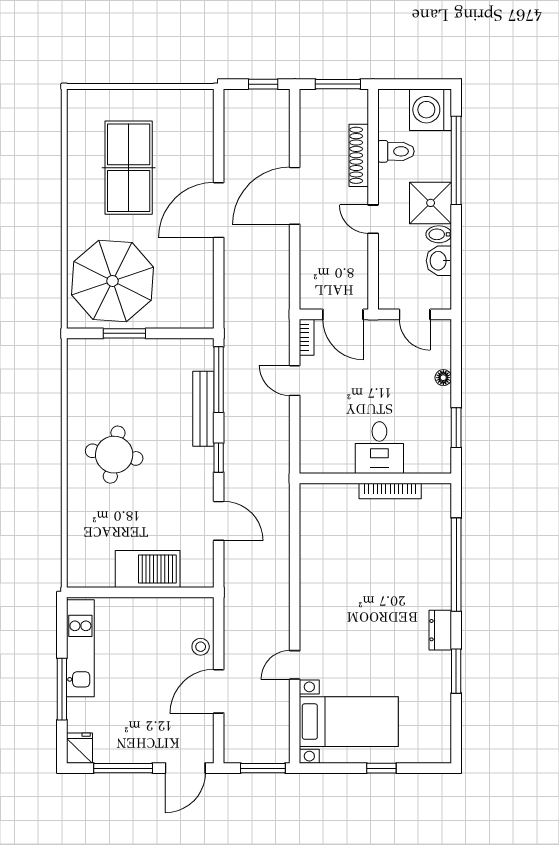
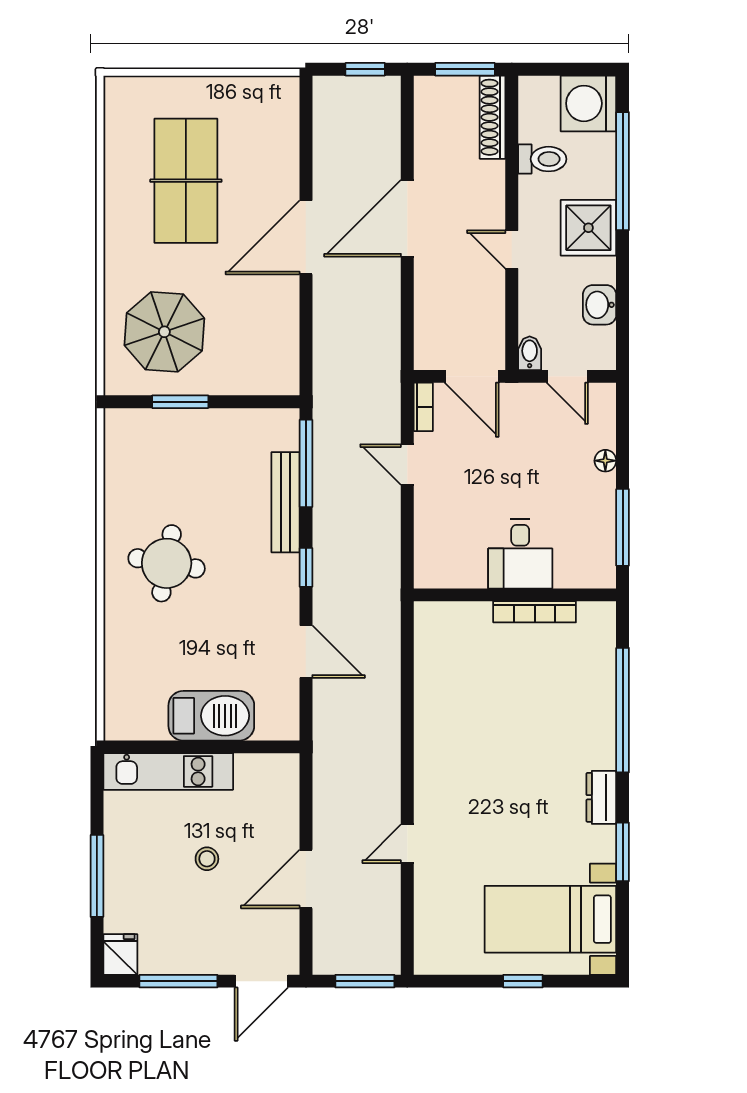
shoe rack: (359, 155) -> (493, 117), moved
bidet: (439, 234) -> (530, 353), moved, turned 90
parasol: (112, 281) -> (164, 332), width x0.73, depth x0.73
window: (456, 428) -> (623, 527), width x1.44
stool: (201, 647) -> (207, 859), moved
kitchen unit: (80, 648) -> (168, 771), moved, turned 90
bed with nightstands: (349, 722) -> (550, 919), moved, turned 180

